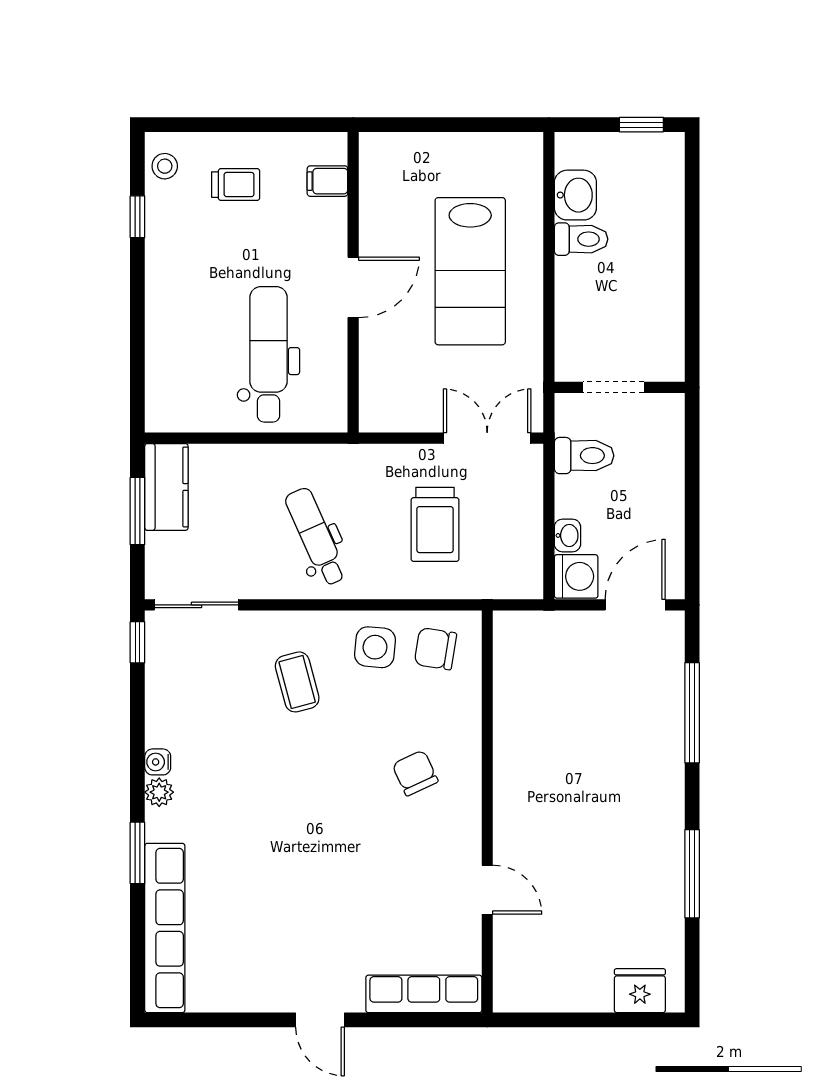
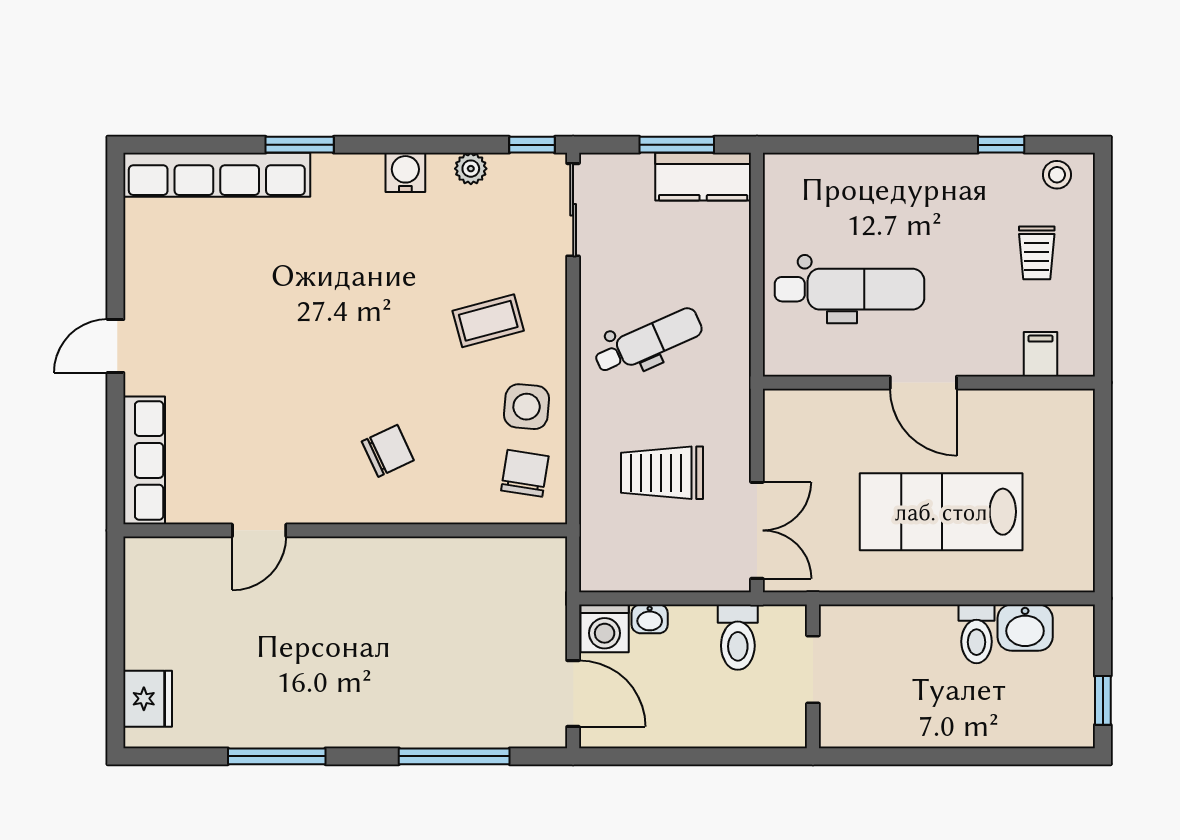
water cooler: (158, 762) -> (405, 172), width x1.38, depth x1.38
plant: (159, 792) -> (471, 169), moved

